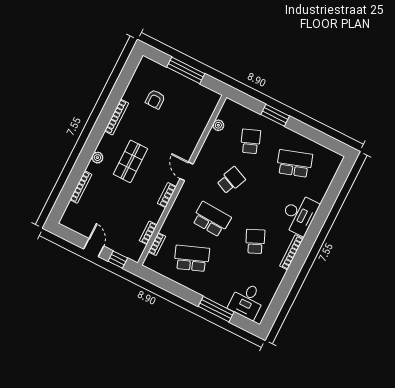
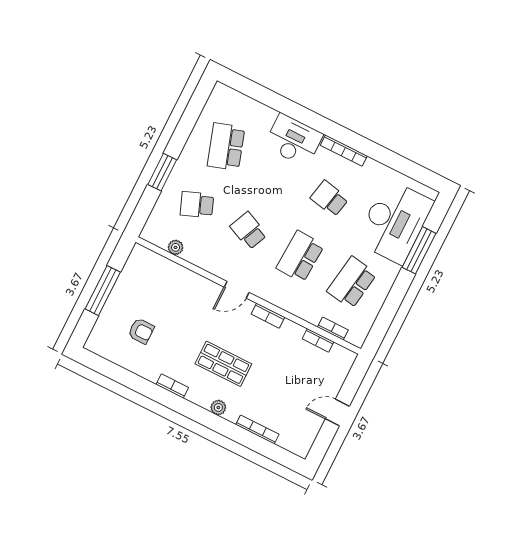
bookcase: (117, 117) -> (172, 386), width x0.64
school desk: (255, 241) -> (329, 198), turned 36
school desk: (192, 258) -> (352, 283), turned 30
window: (118, 260) -> (353, 380), removed
desk: (247, 301) -> (395, 222), width x1.87, depth x1.30

